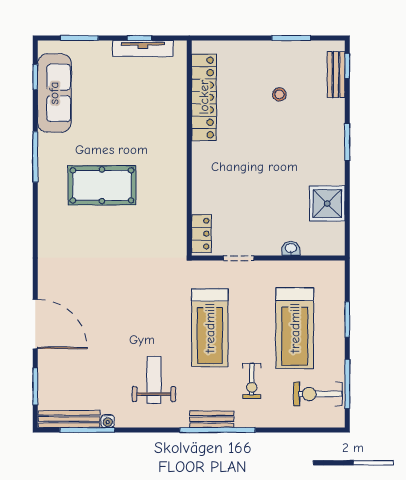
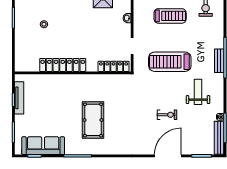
locker: (204, 97) -> (63, 65), moved
locker: (201, 234) -> (114, 66), width x1.53
treadmill: (210, 328) -> (170, 62), turned 180
treadmill: (295, 328) -> (170, 16), width x0.73, depth x0.73
weight bench: (154, 380) -> (198, 92), turned 90
exercise bike: (252, 381) -> (167, 115), moved

